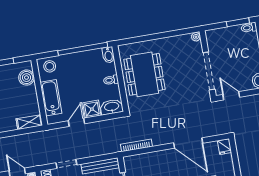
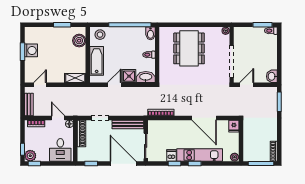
dining table: (145, 74) -> (189, 48), moved
door: (231, 96) -> (247, 85), hinge flipped

